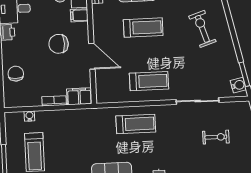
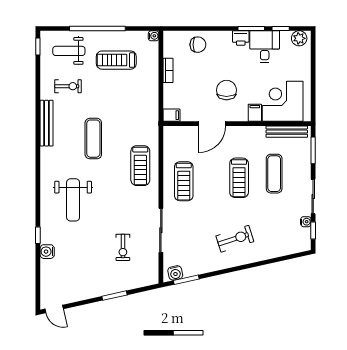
filing cabinet: (79, 96) -> (171, 115), width x0.50
bookcase: (54, 101) -> (168, 70), moved
water cooler: (29, 116) -> (154, 36), moved

